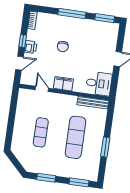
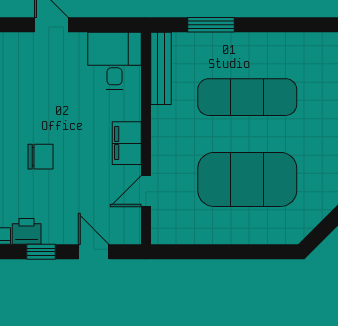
printer: (31, 47) -> (27, 231), moved
exercise mat: (41, 132) -> (247, 179), width x2.00, depth x1.45
window: (105, 147) -> (211, 25), moved

